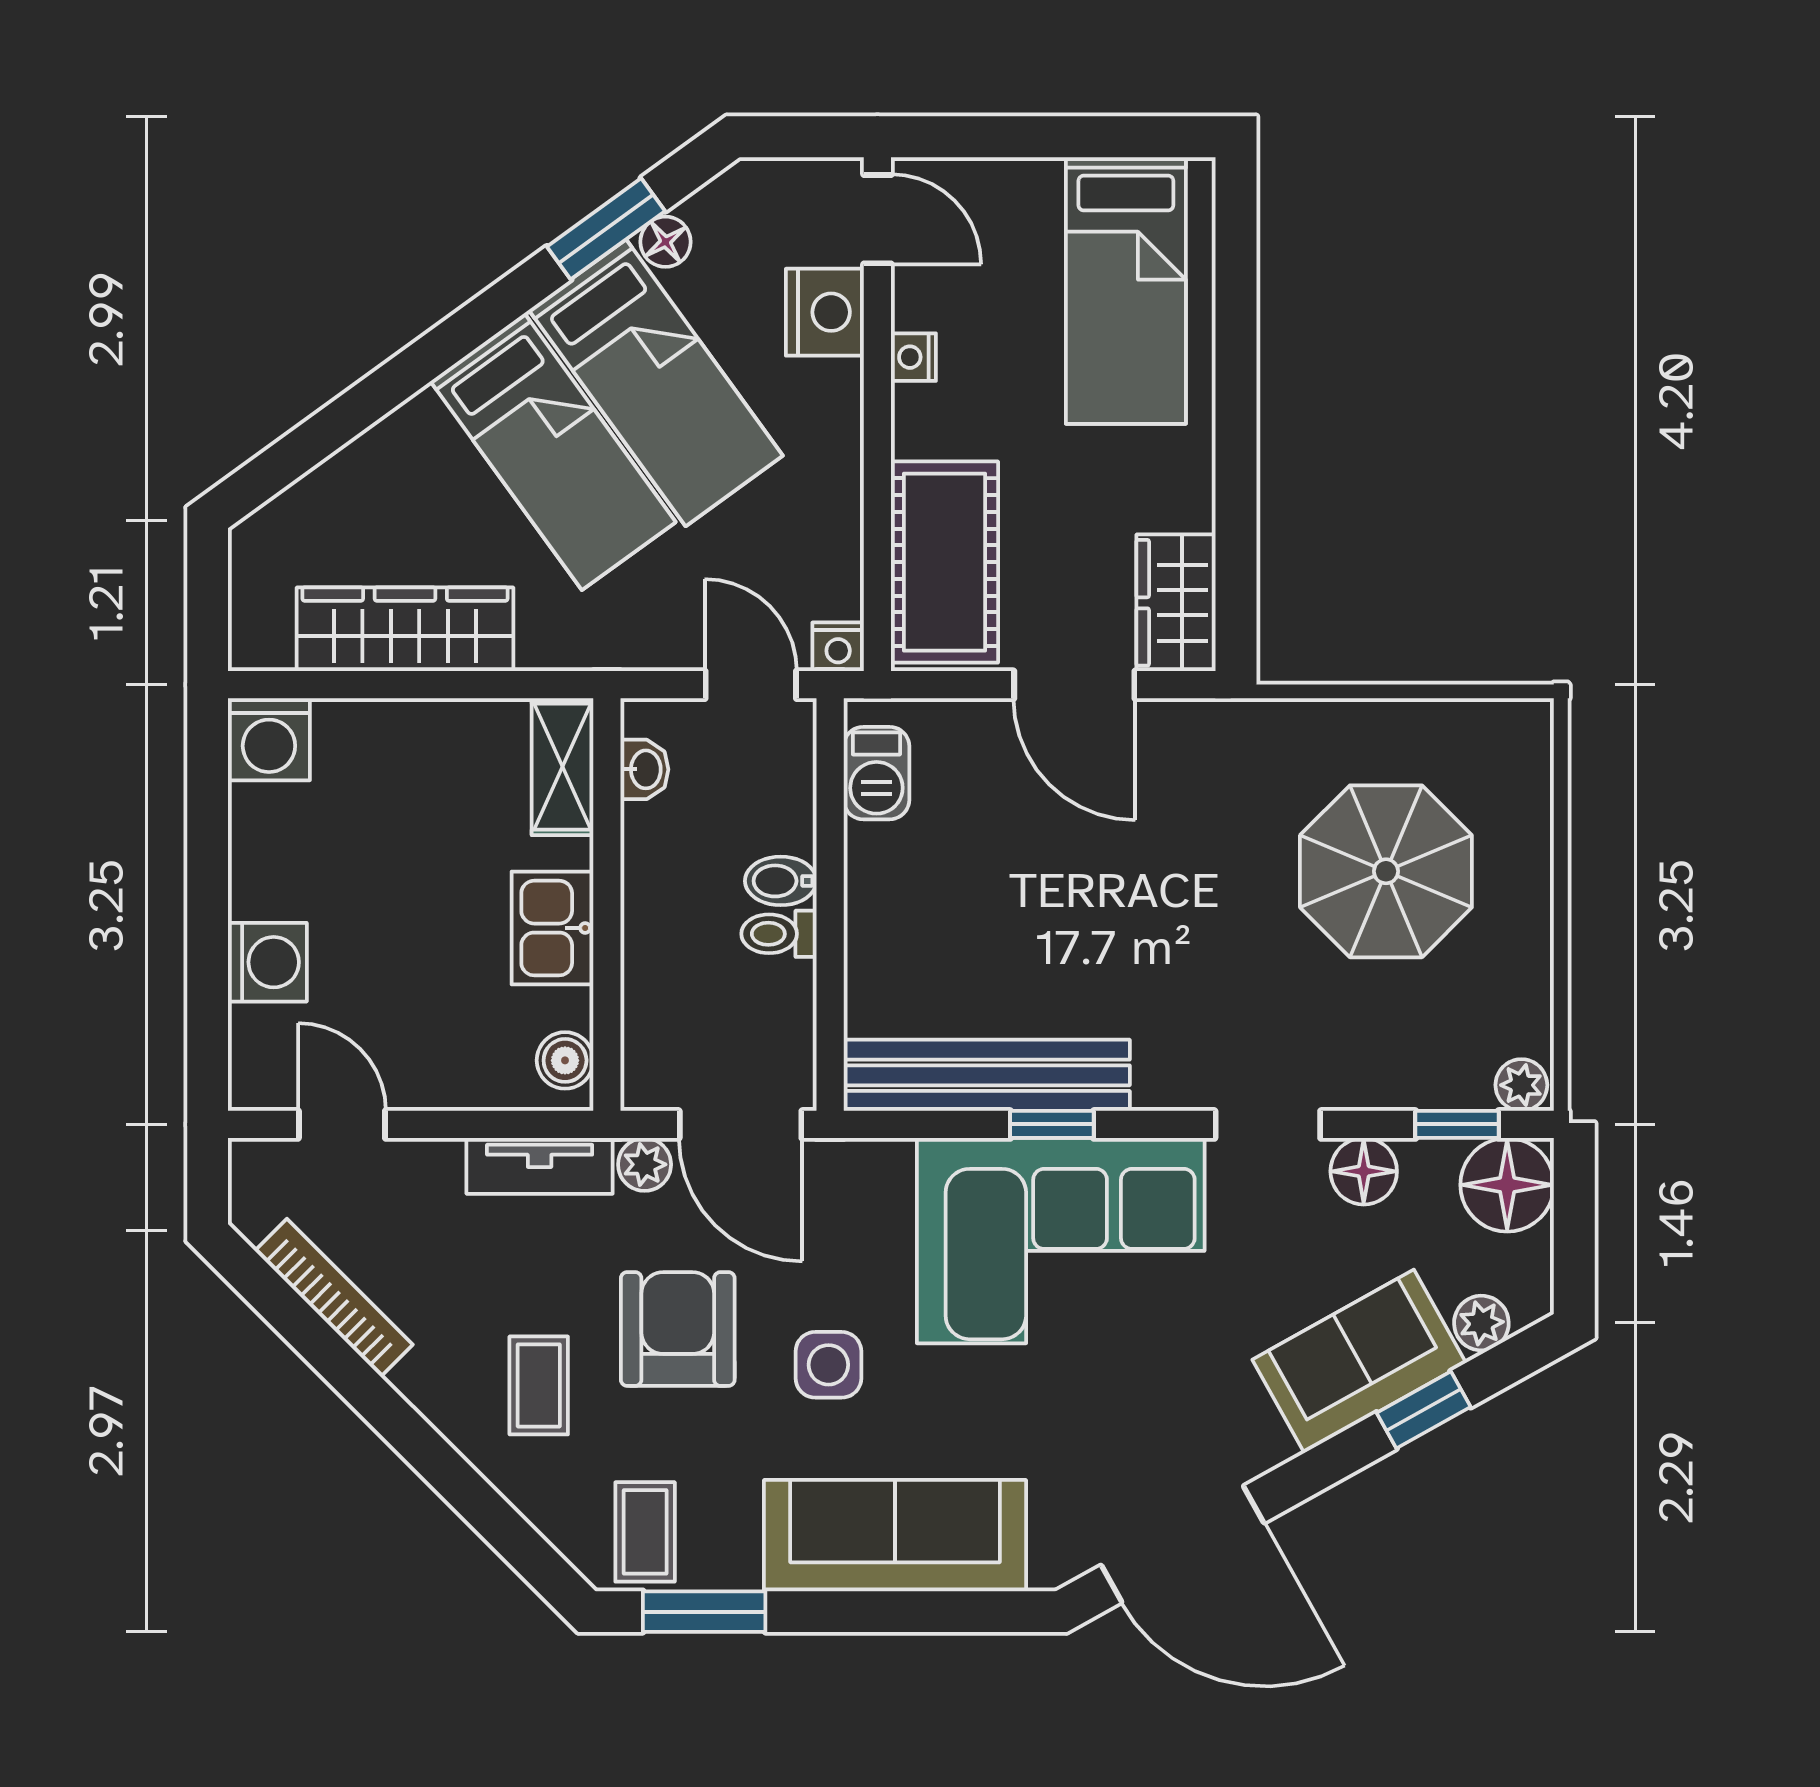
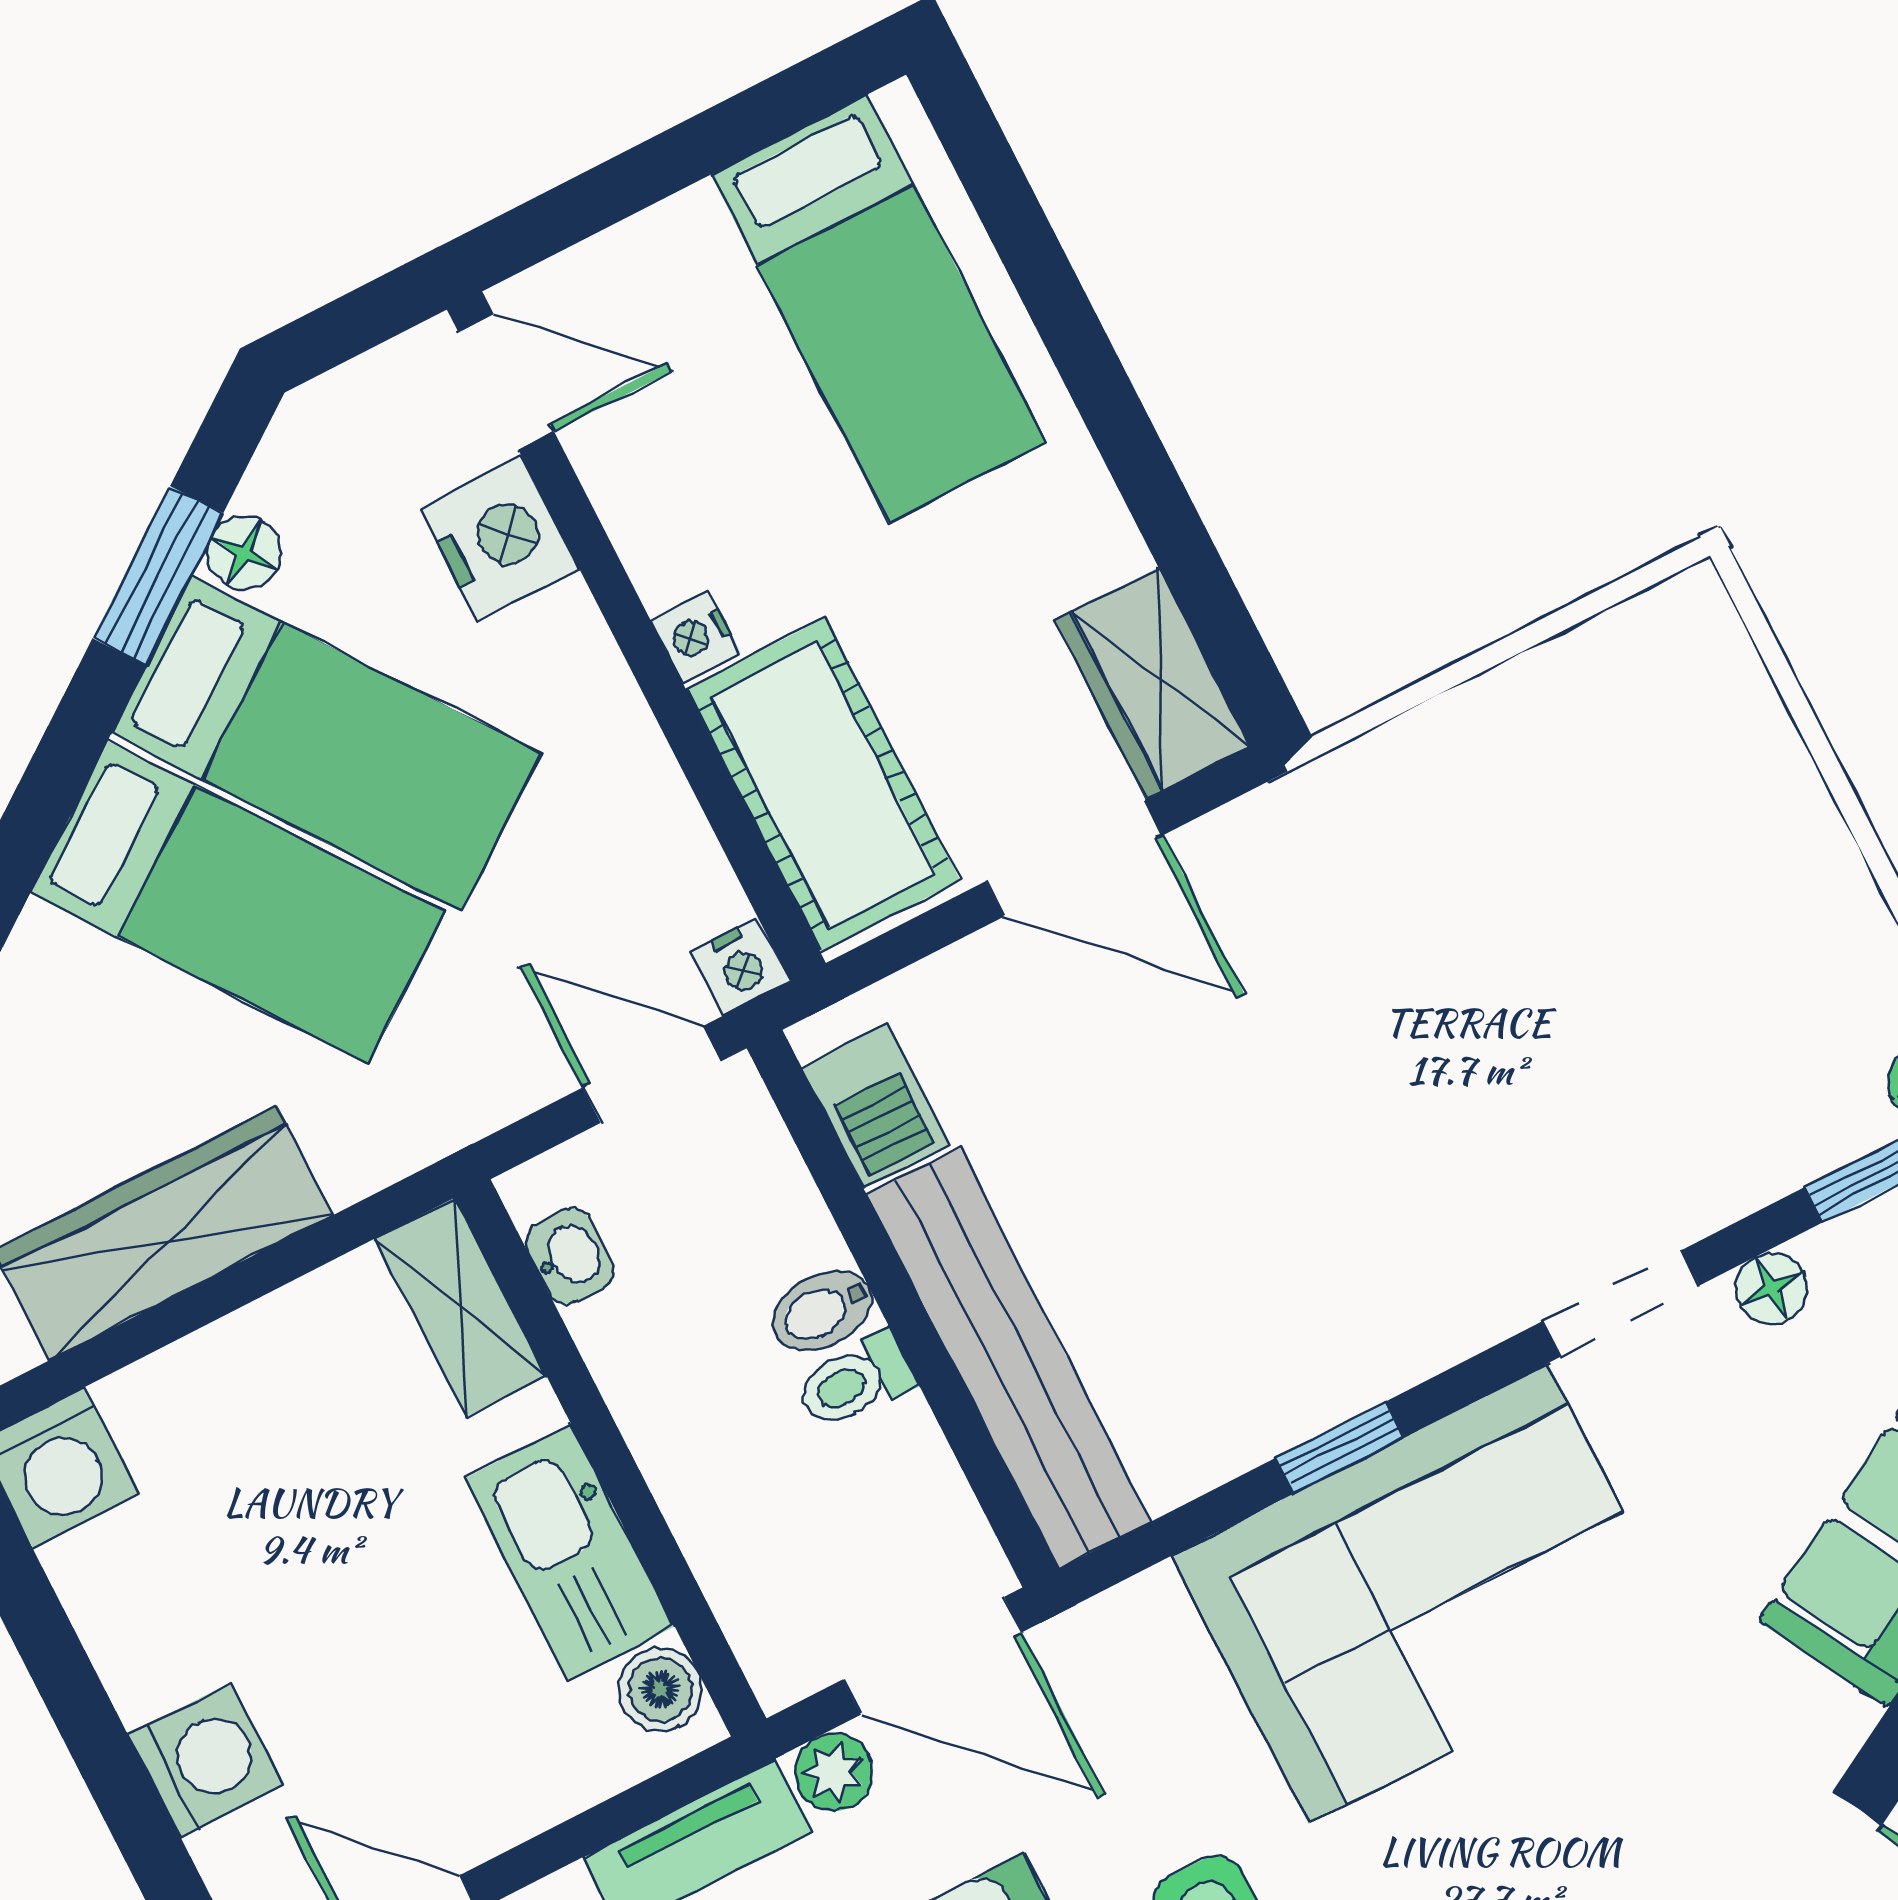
nightstand: (913, 357) -> (696, 636), moved
parasol: (1386, 871) -> (1606, 894), removed
kitchen sink: (552, 928) -> (569, 1553), width x1.38
bench: (987, 1075) -> (1009, 1358), moved, turned 90
floor lamp: (1364, 1171) -> (1772, 1289), width x0.73, depth x0.73

